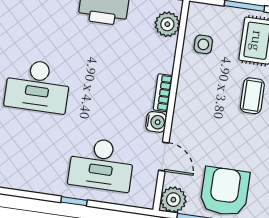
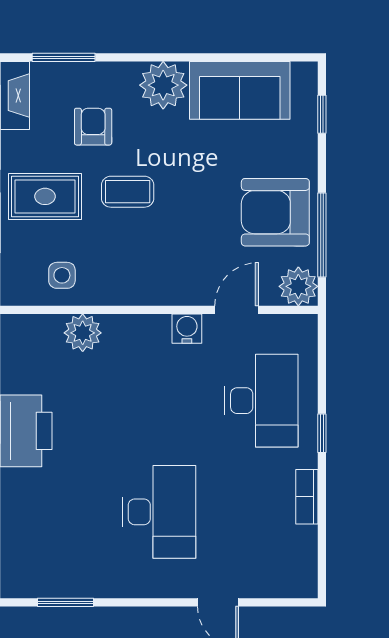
plant: (167, 24) -> (83, 333), moved
bookcase: (163, 93) -> (307, 497), moved, turned 90

